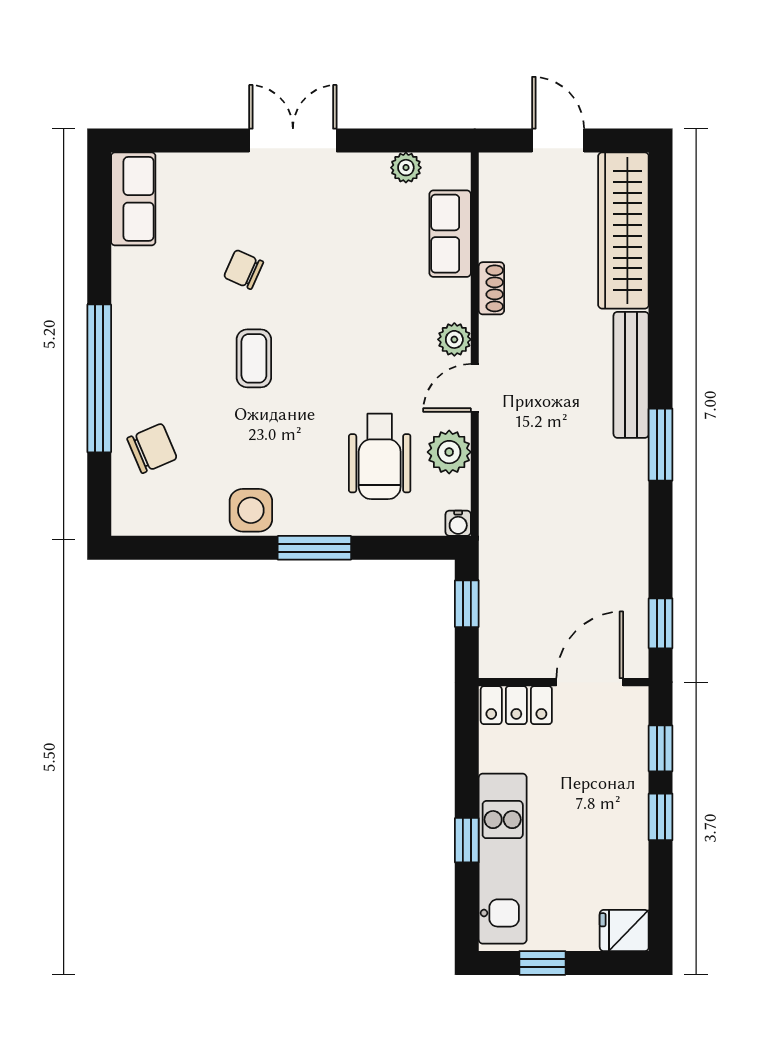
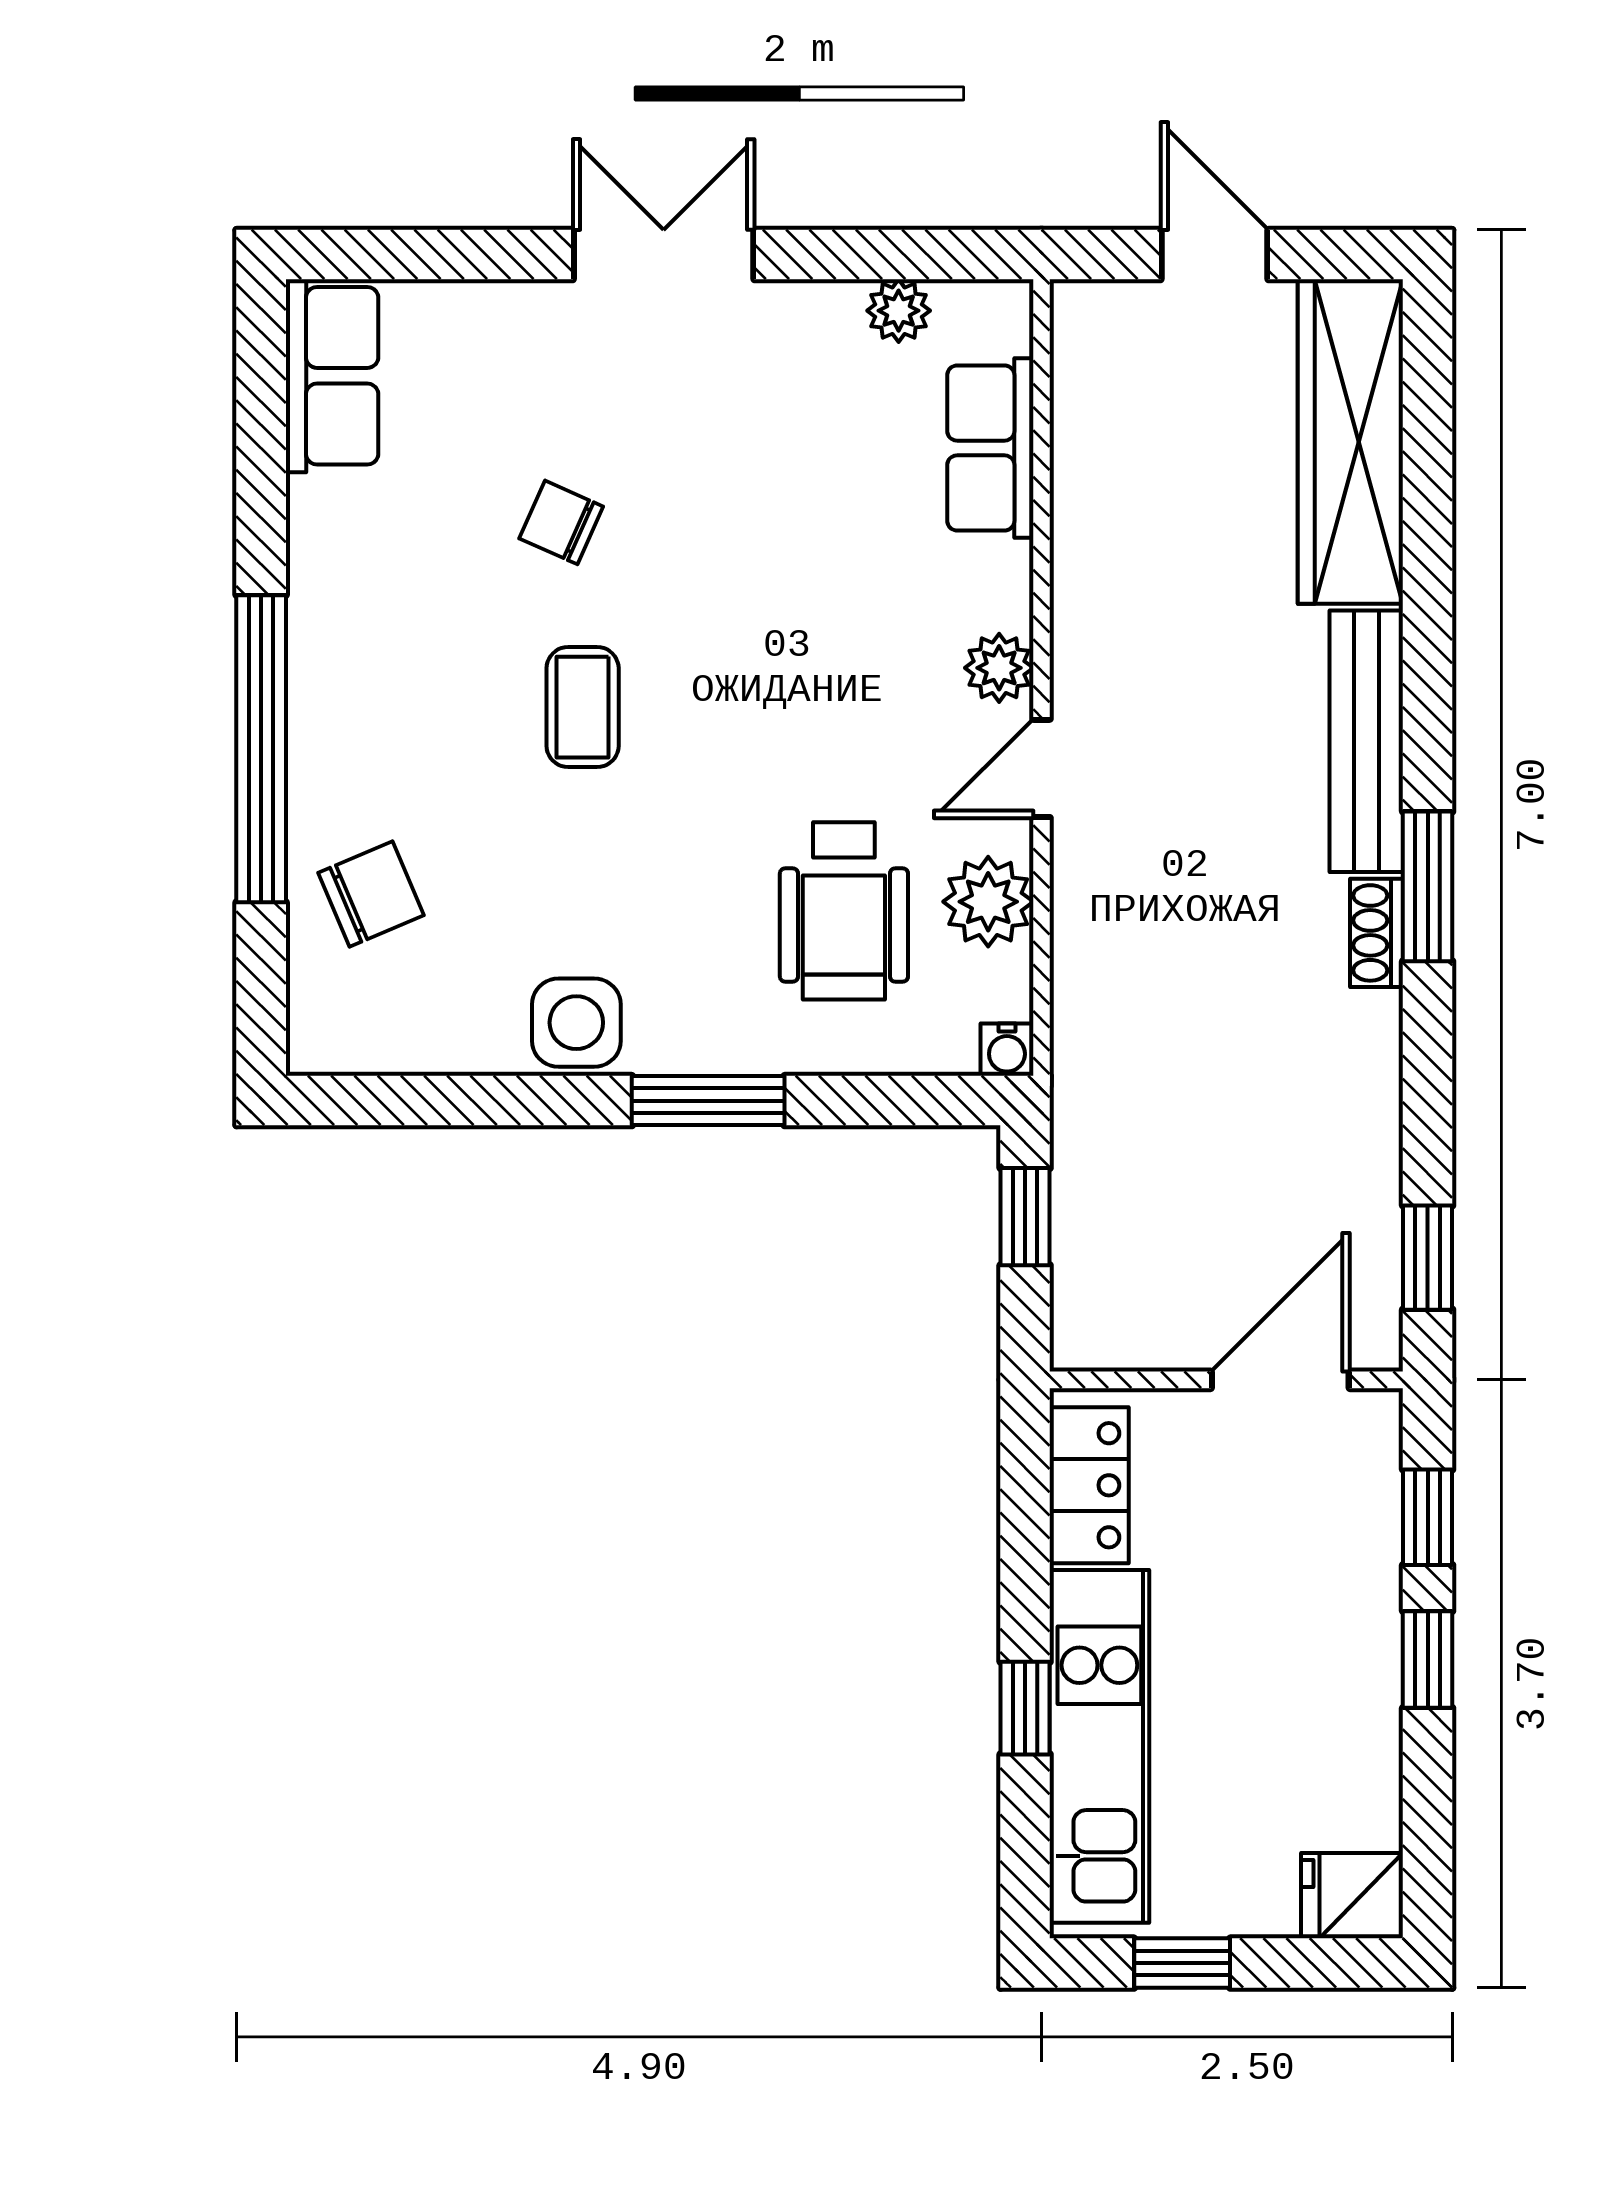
shoe rack: (491, 288) -> (1377, 933), moved, turned 180
locker: (516, 705) -> (1089, 1485), moved, turned -90

